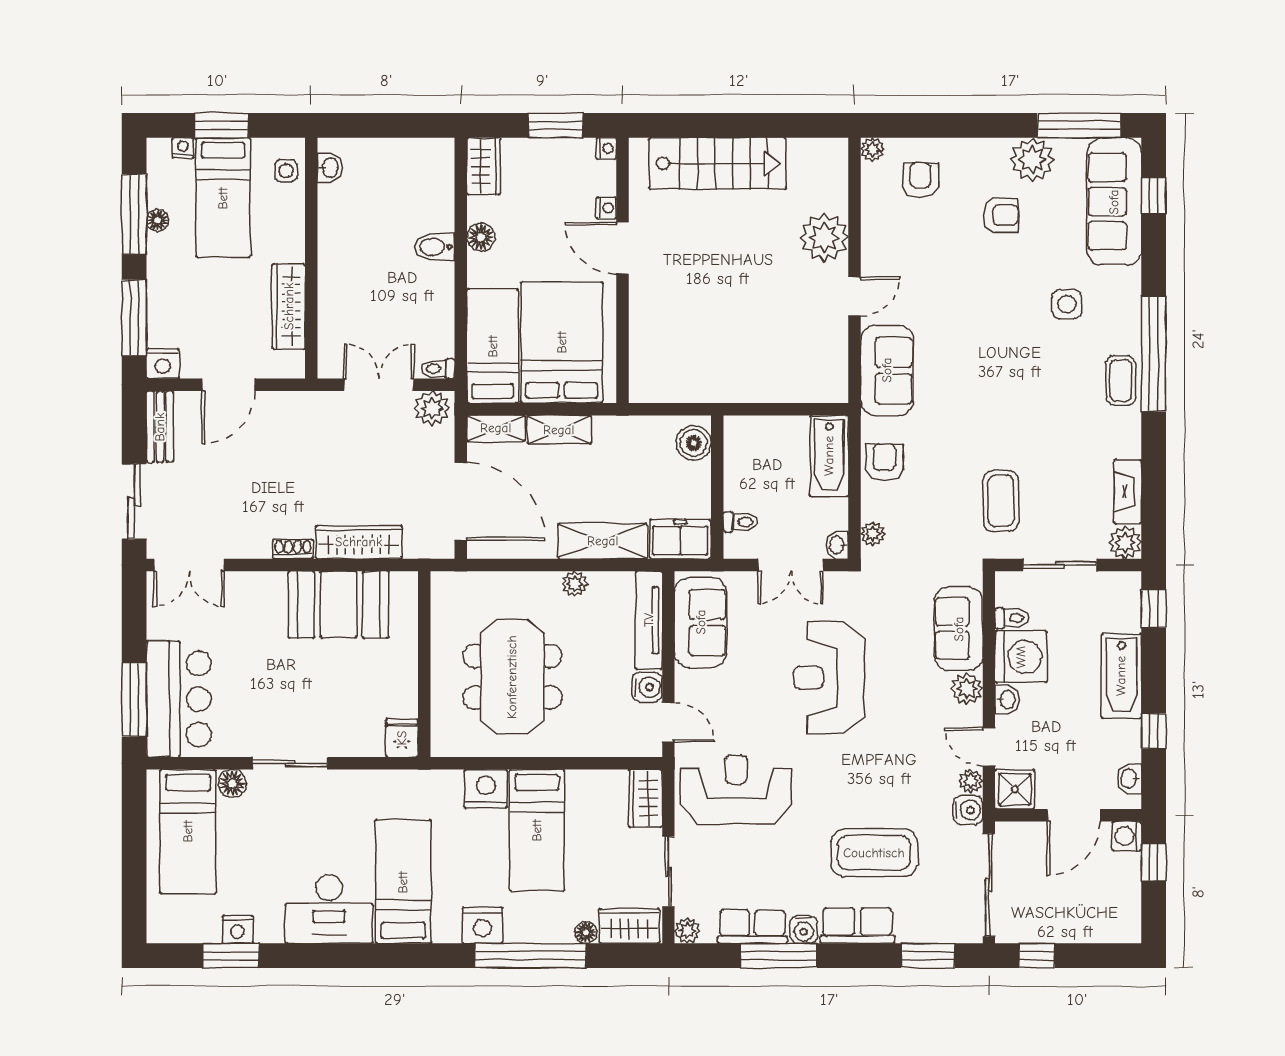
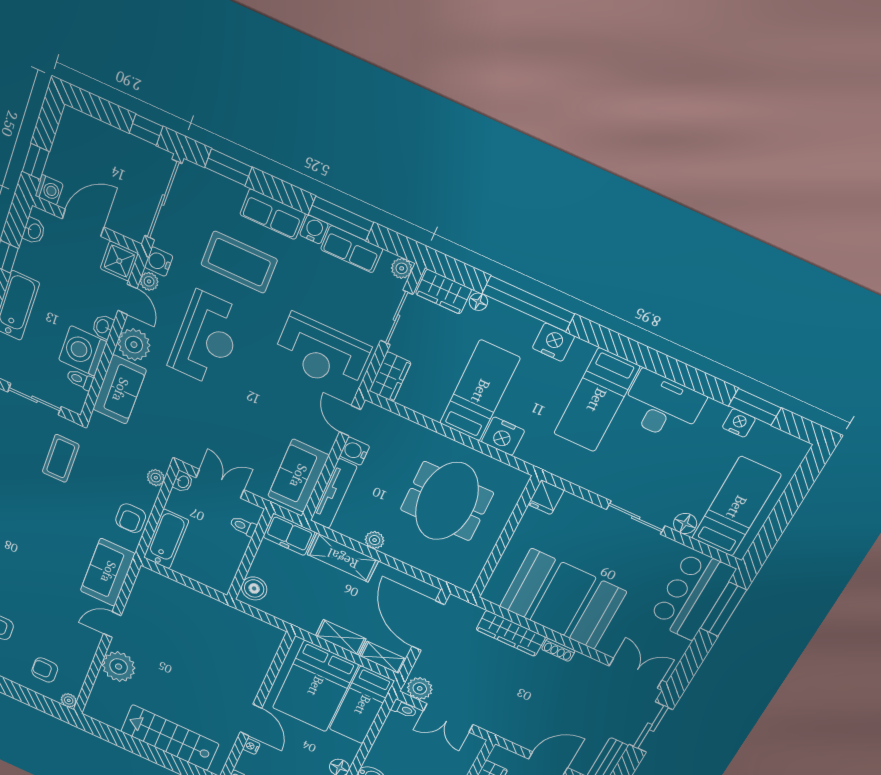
armchair: (920, 180) -> (45, 670), turned 90
booth: (339, 605) -> (563, 599), width x1.36, depth x1.42
reception desk: (829, 678) -> (207, 339), moved
plant: (967, 689) -> (134, 345), width x1.36, depth x1.36

